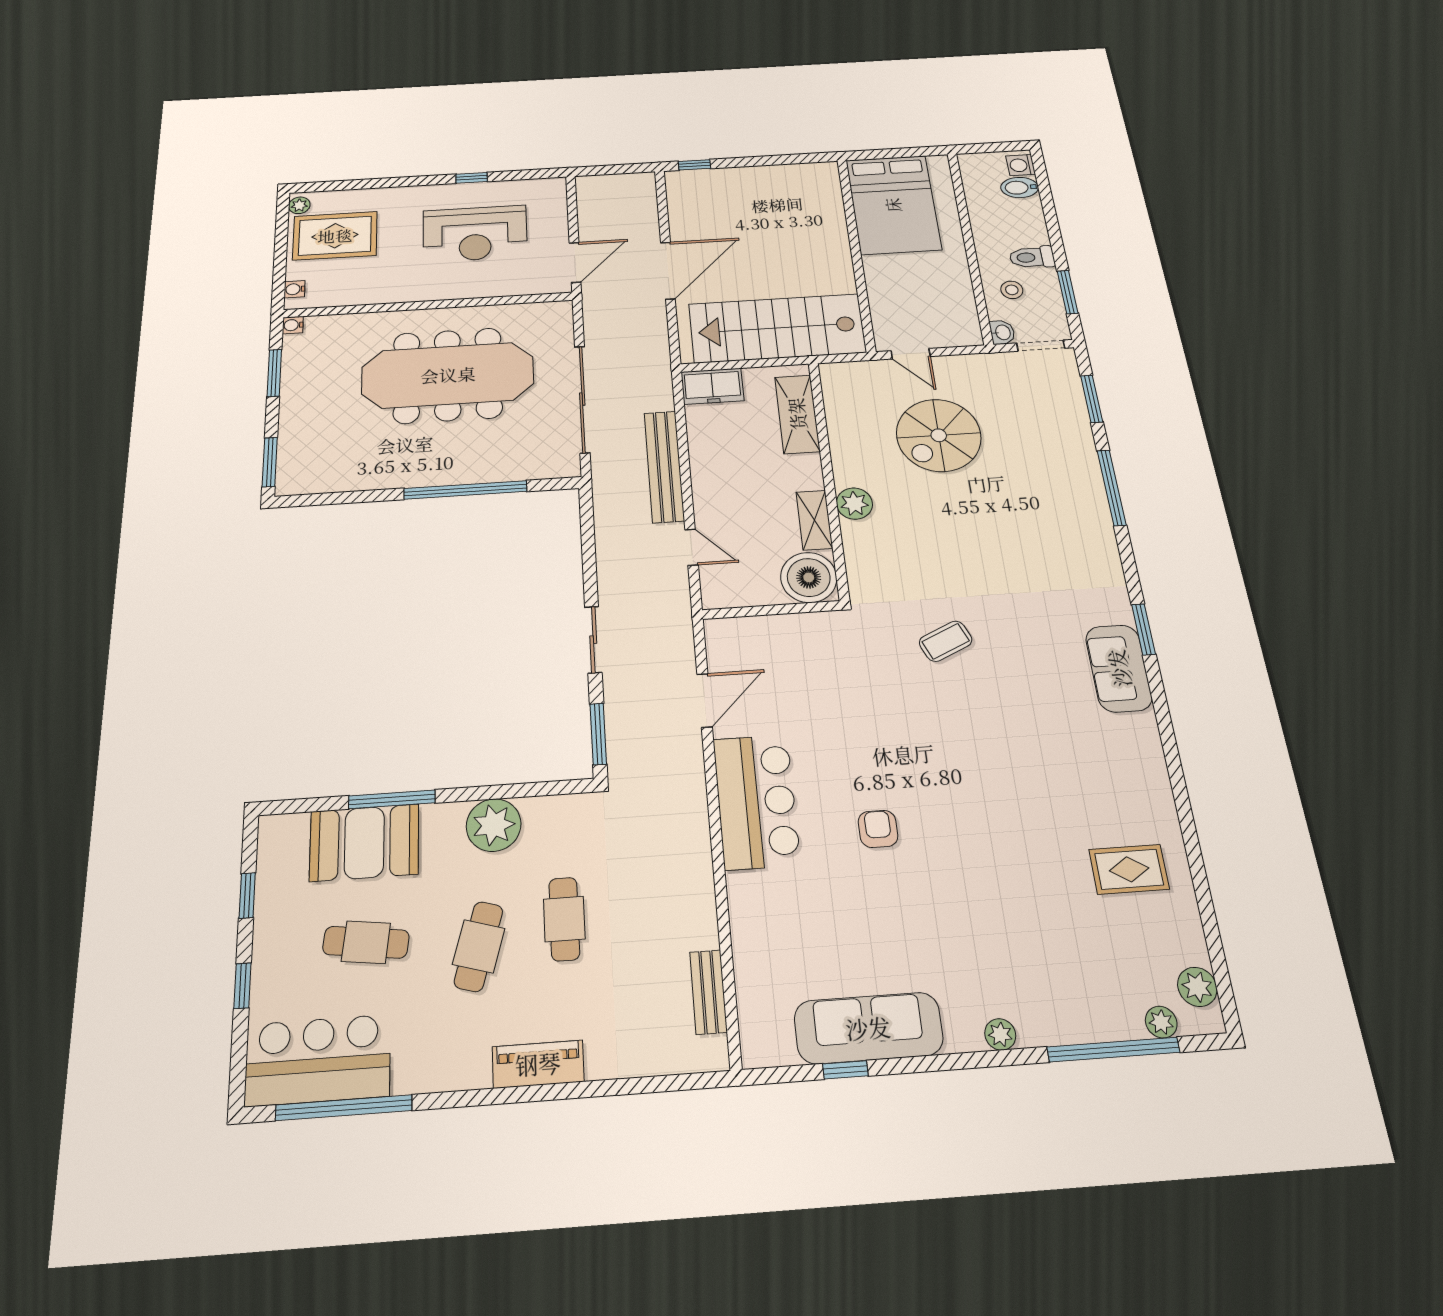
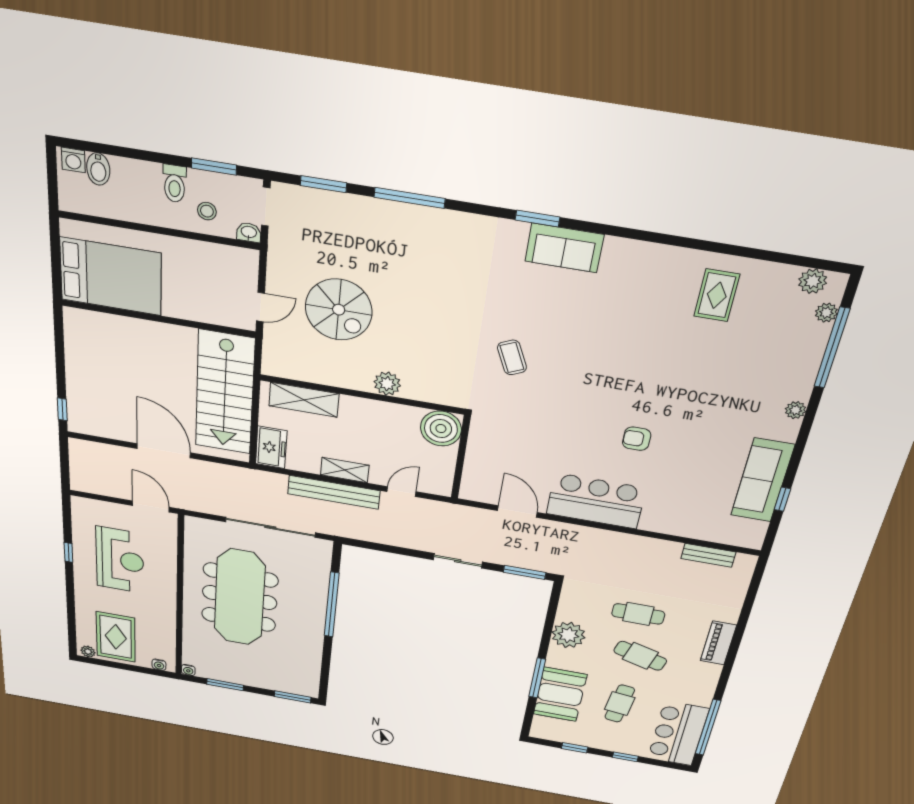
shelving: (814, 520) -> (345, 470), moved

